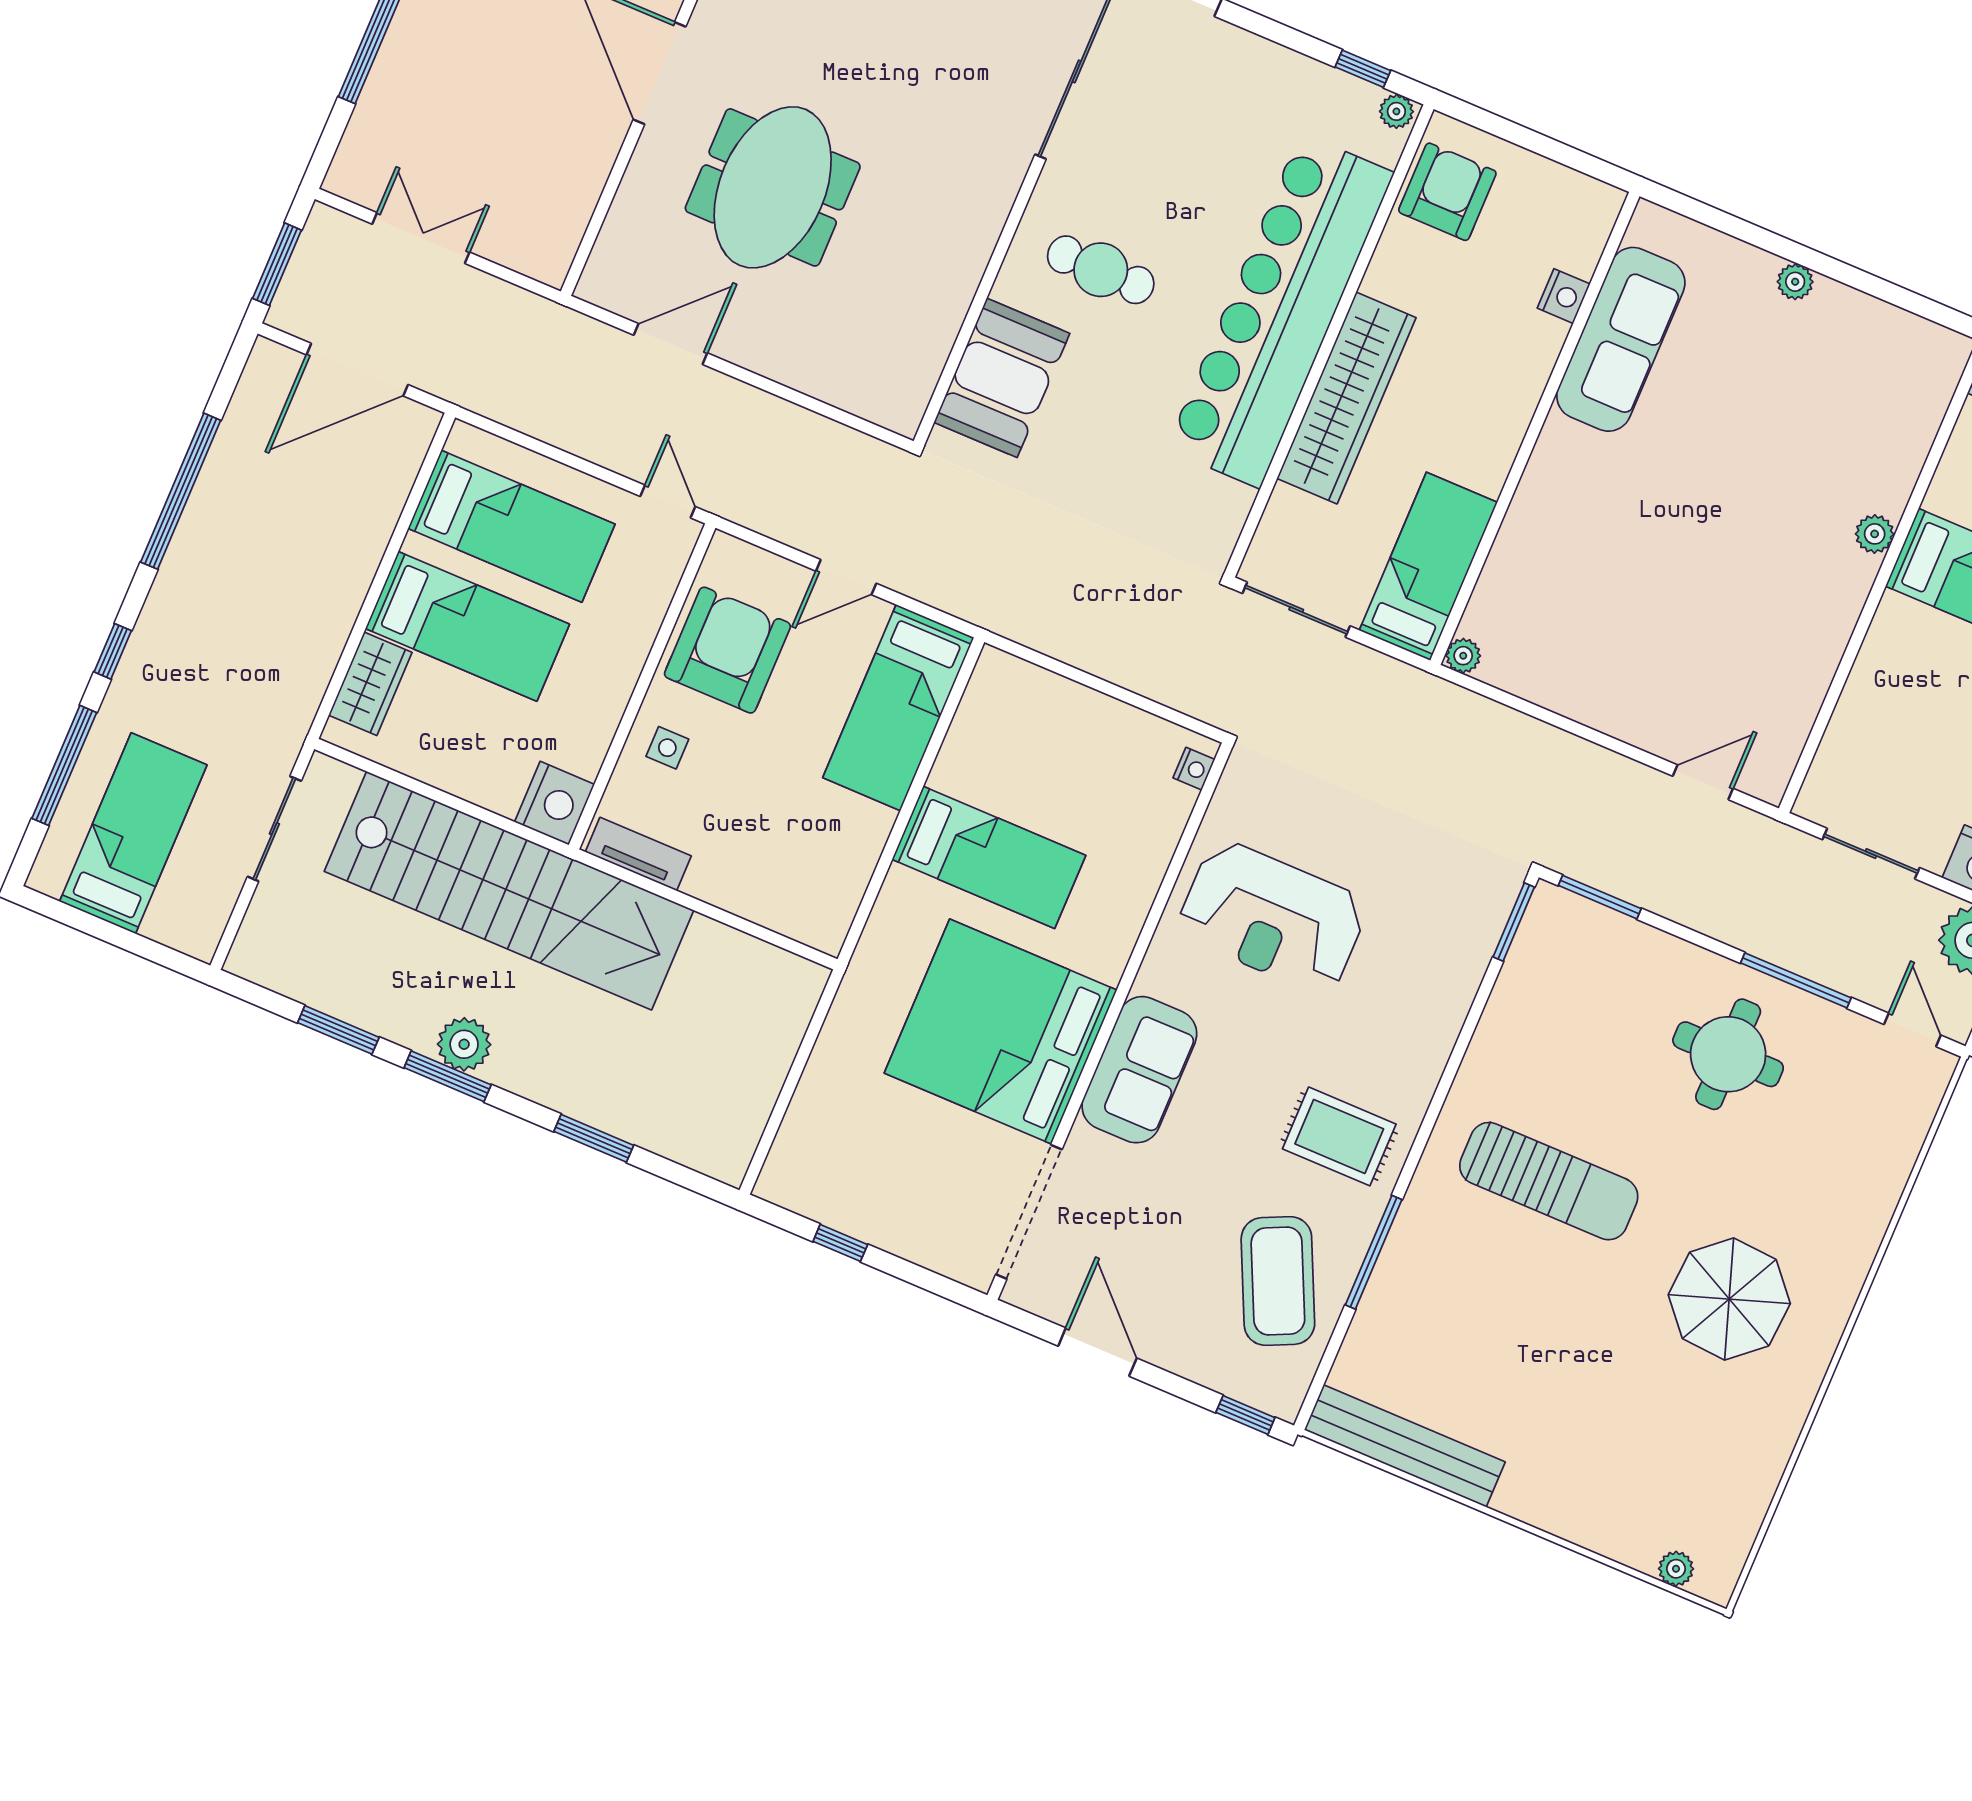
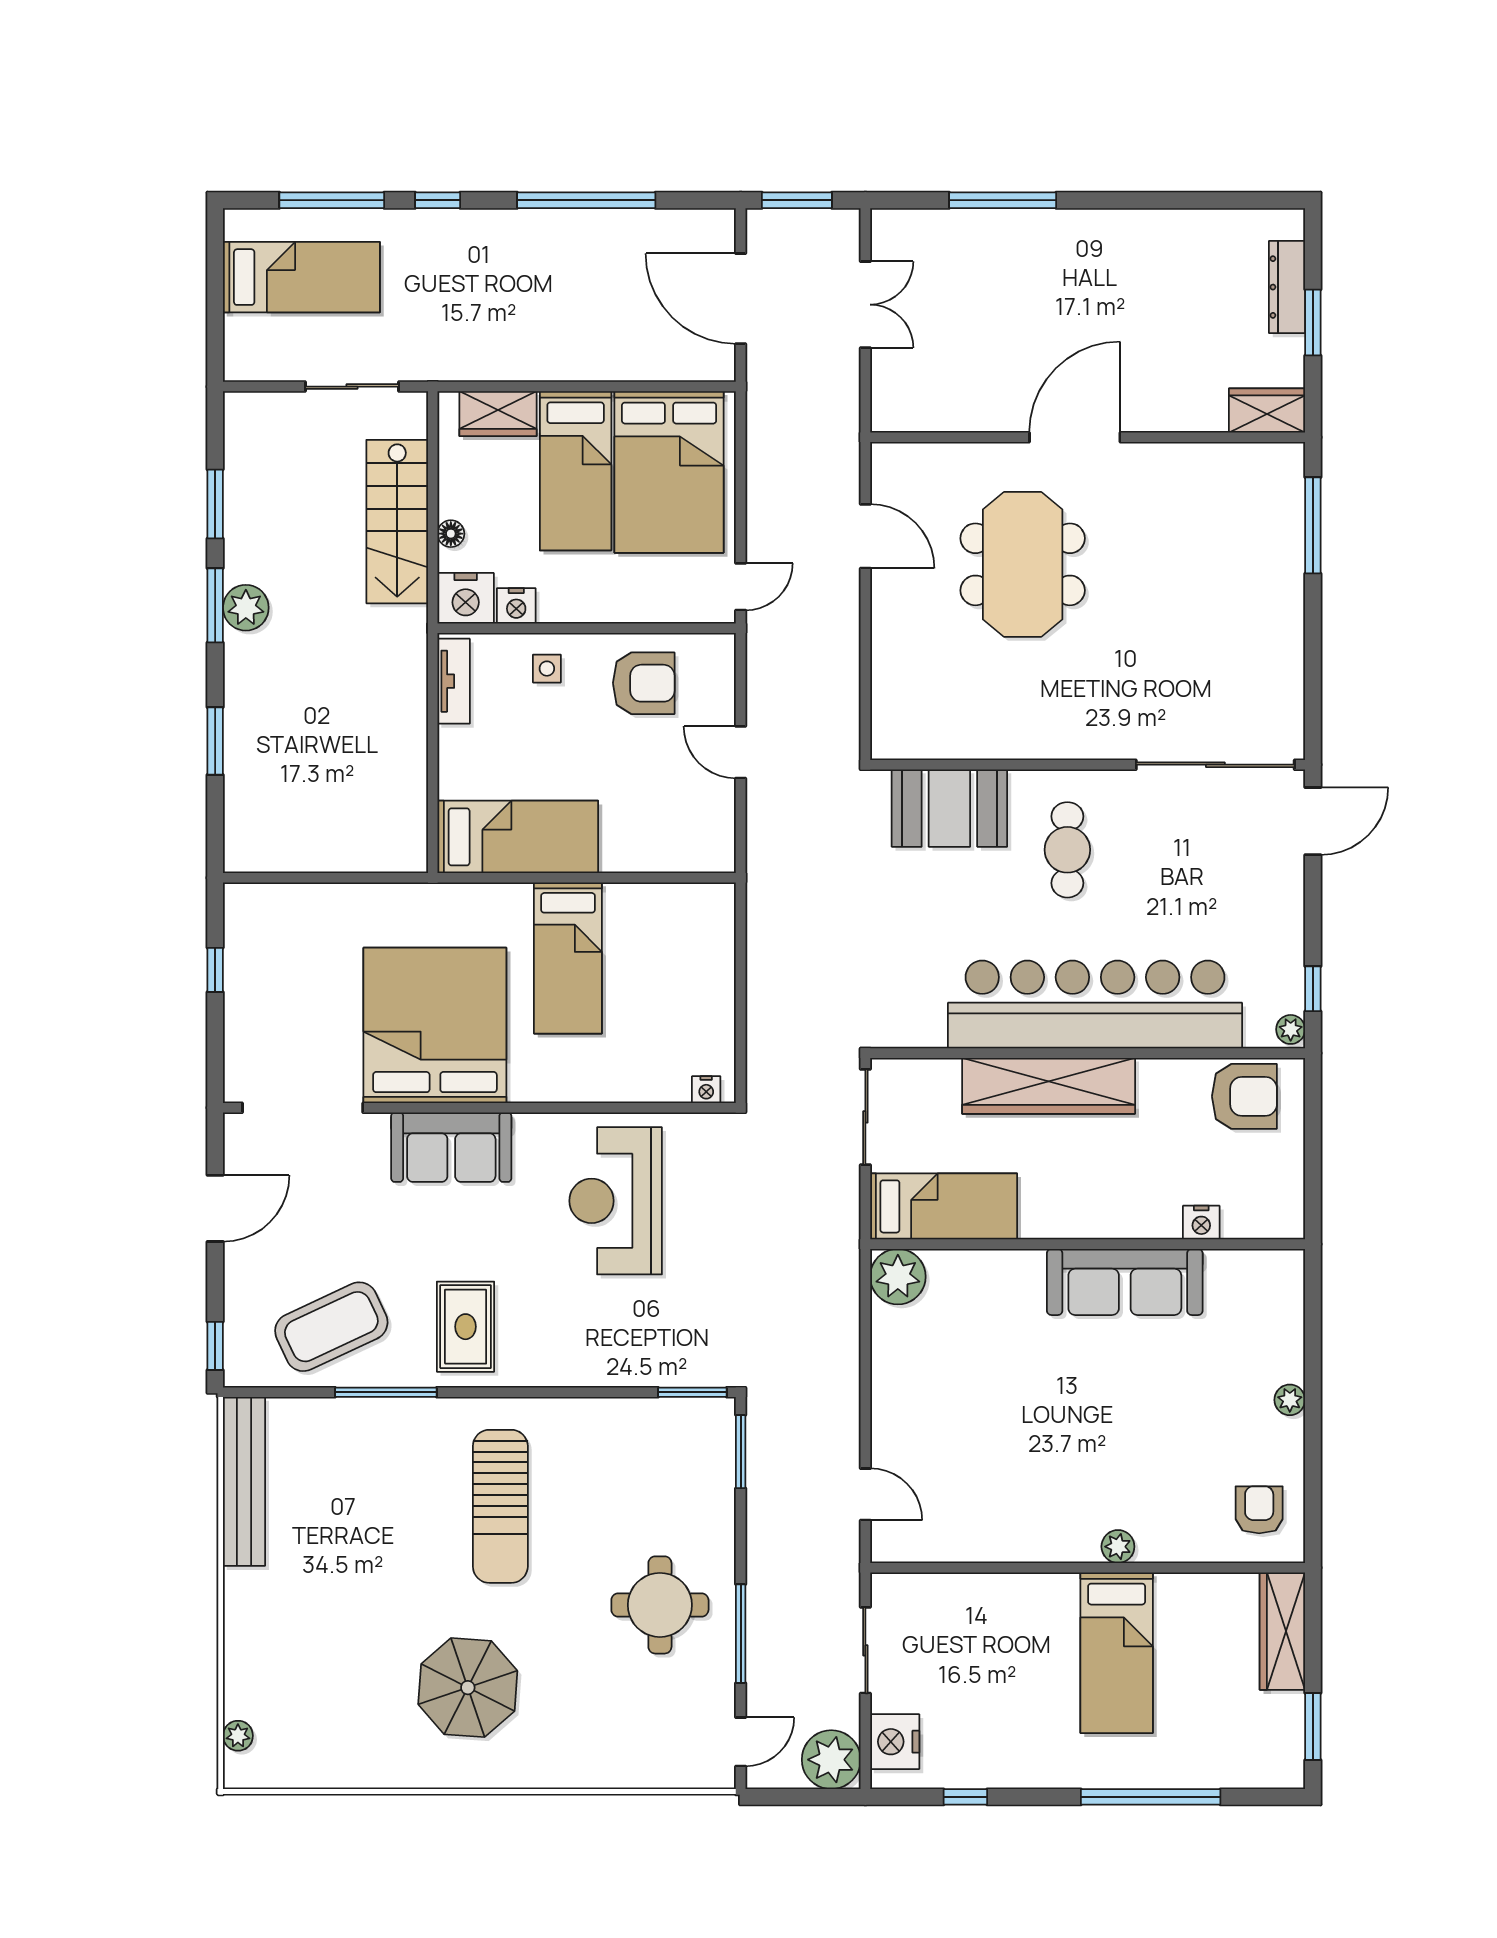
meeting table: (773, 187) -> (1023, 564), turned 90
sofa: (1621, 339) -> (1125, 1282), moved
armchair: (1900, 365) -> (1259, 1510), added
bed: (511, 526) -> (669, 472), width x1.50
armchair: (727, 650) -> (644, 683), width x0.73, depth x0.73
plant: (1463, 656) -> (898, 1277), width x1.88, depth x1.88
bed: (898, 708) -> (518, 837), moved, turned 180
nightstand: (586, 752) -> (516, 606), added
floor lamp: (478, 790) -> (451, 534), added
stairs: (509, 891) -> (397, 522), width x0.54, depth x0.66

